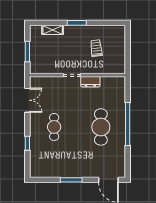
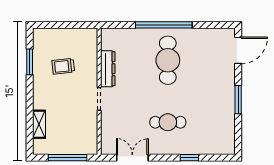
window: (77, 23) -> (30, 62), moved
window: (27, 51) -> (68, 158), width x1.44
dresser: (90, 82) -> (108, 69), width x1.44
cafe table: (101, 127) -> (168, 60), turned 90

